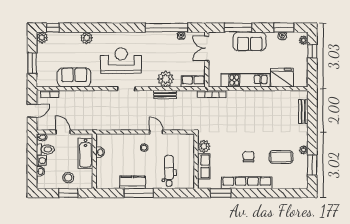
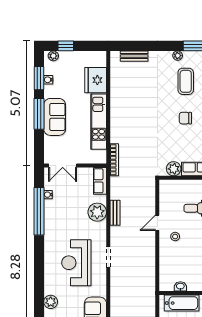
window: (238, 28) -> (39, 114), moved

